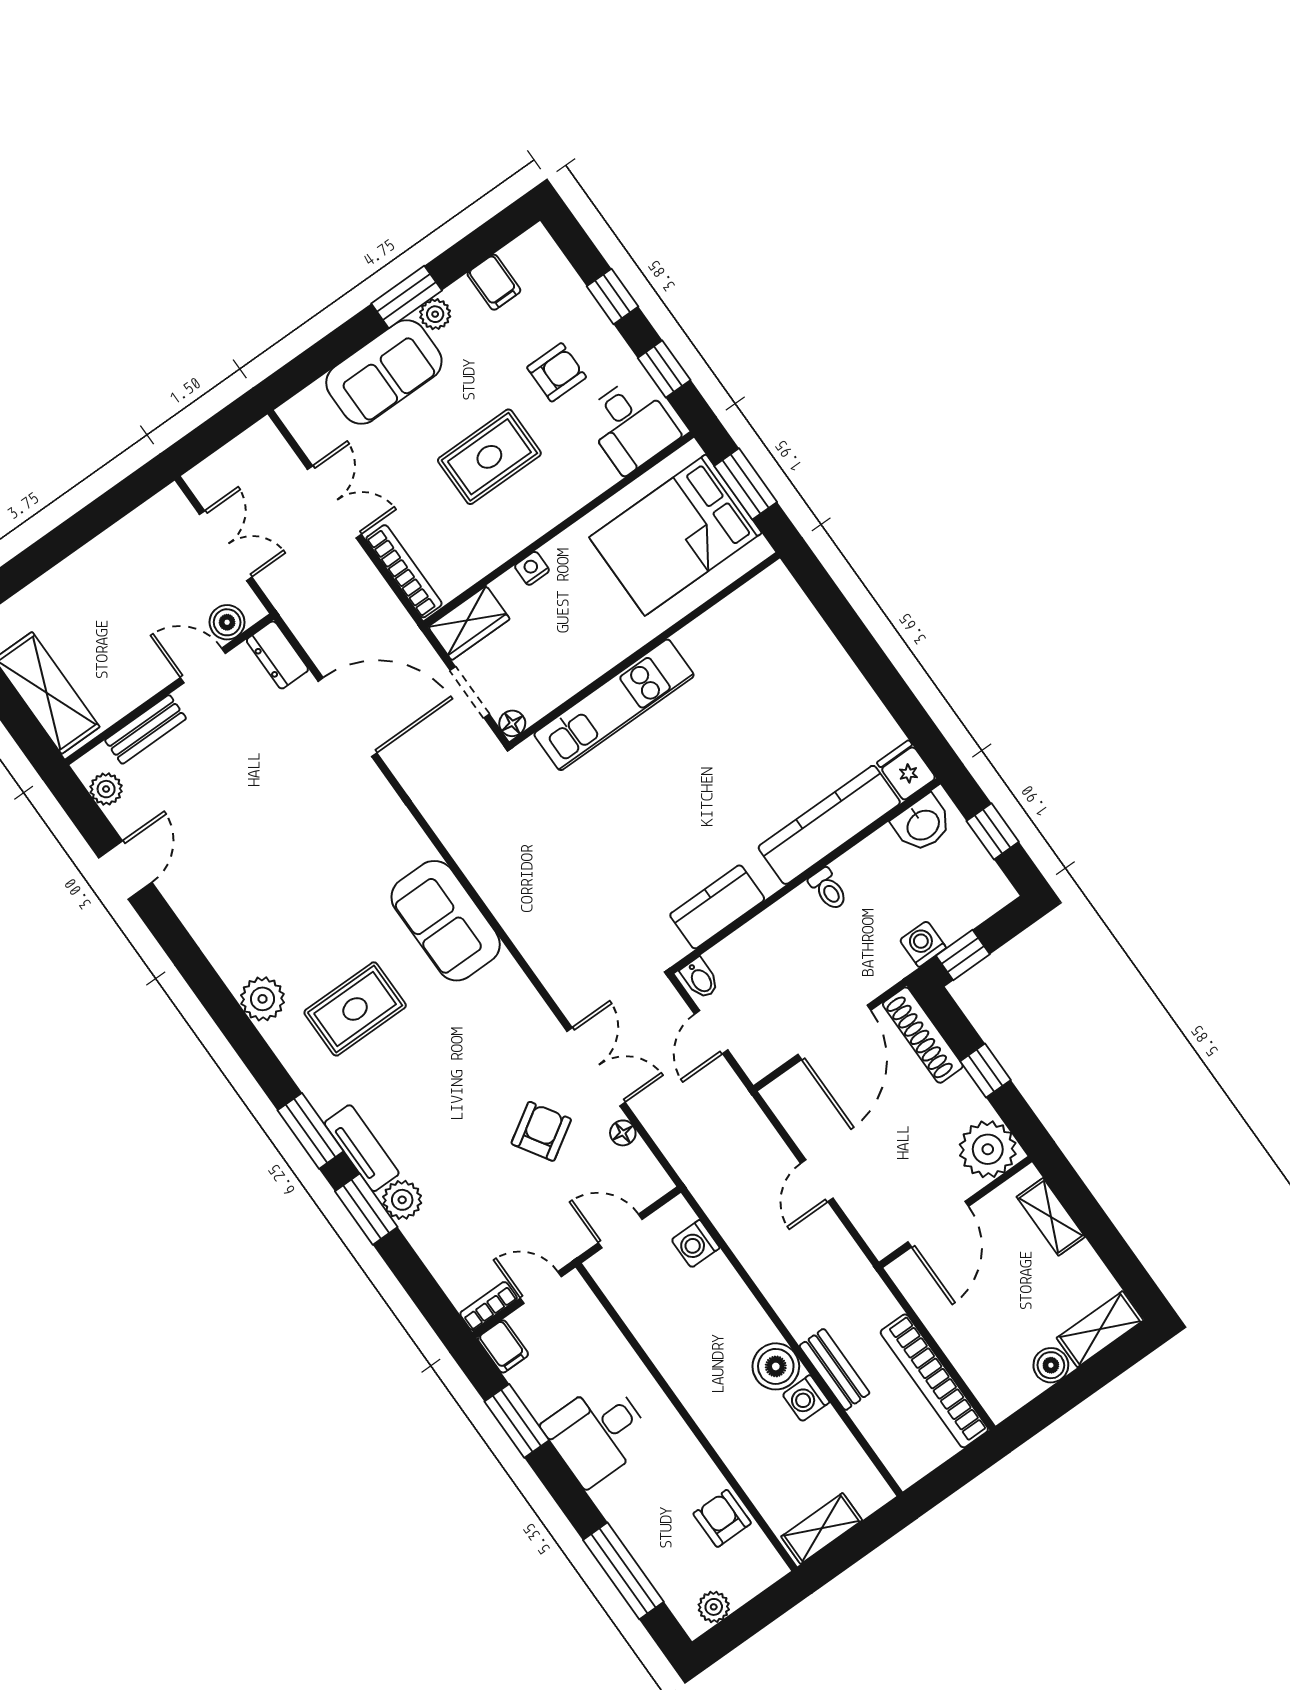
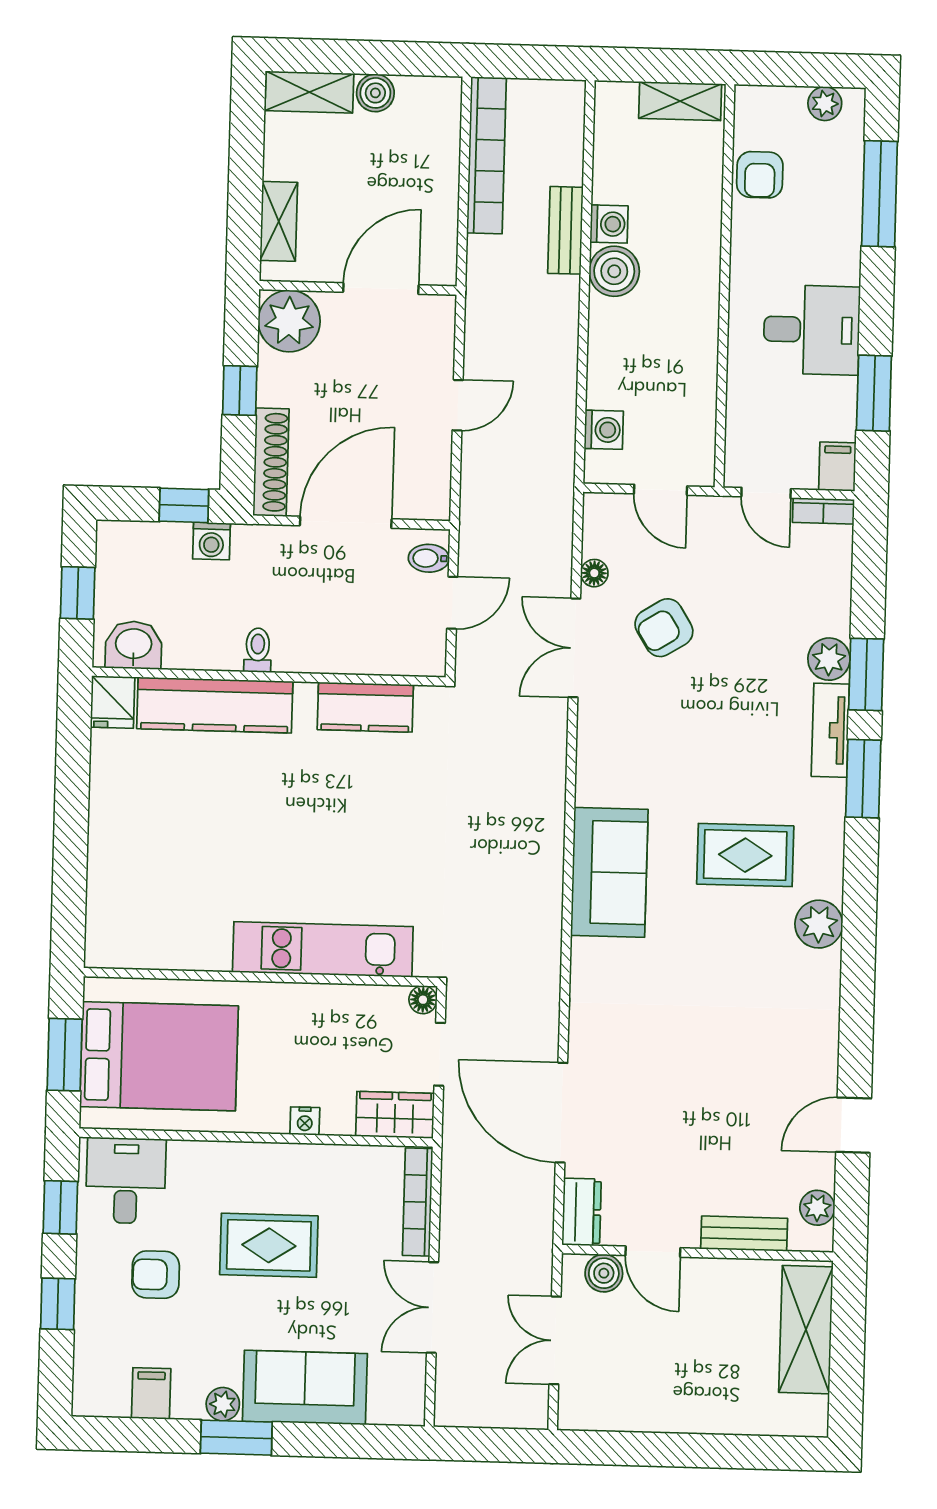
bidet: (700, 979) -> (429, 558), moved, turned -90

